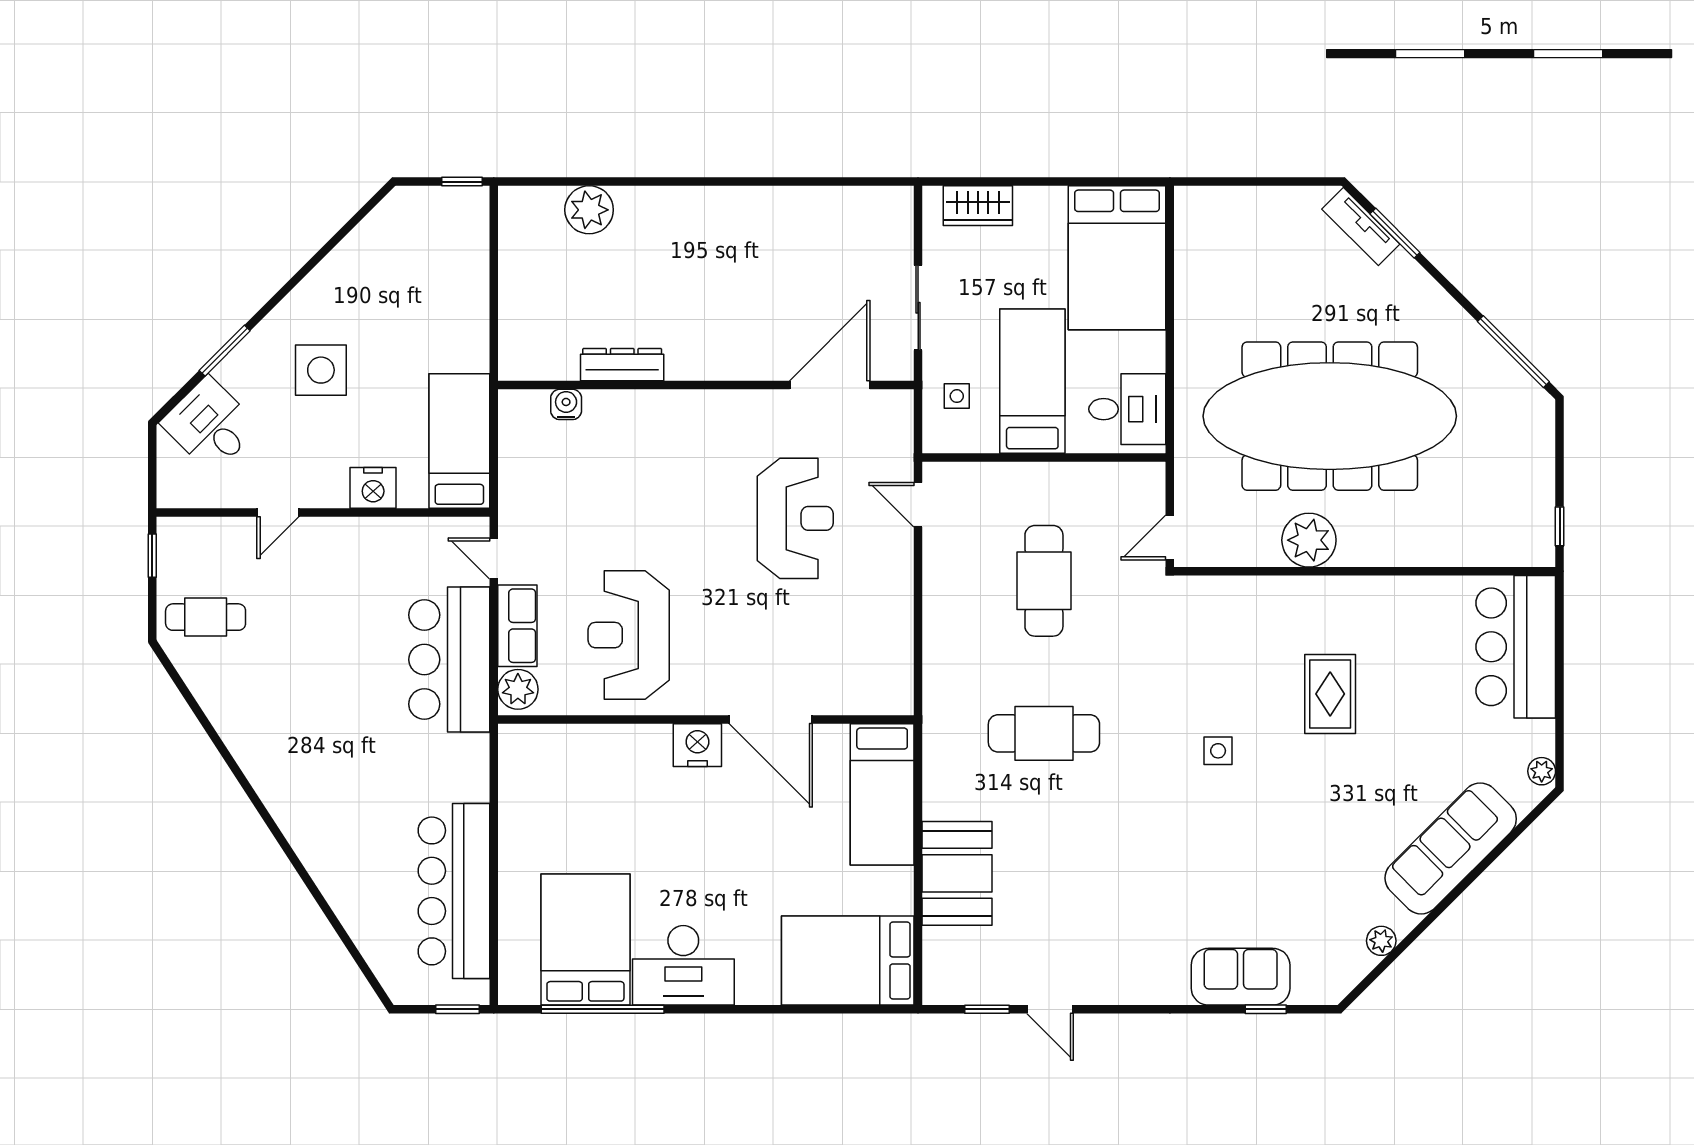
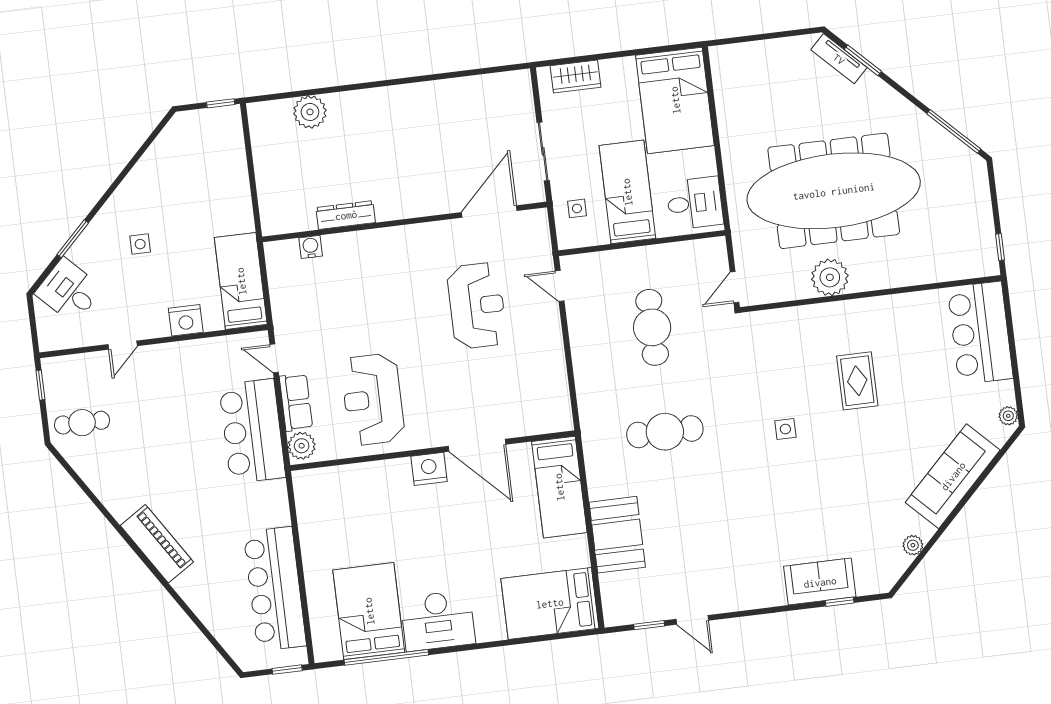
side table: (321, 370) -> (140, 244), width x0.54, depth x0.54
piano: (292, 805) -> (157, 544), added

